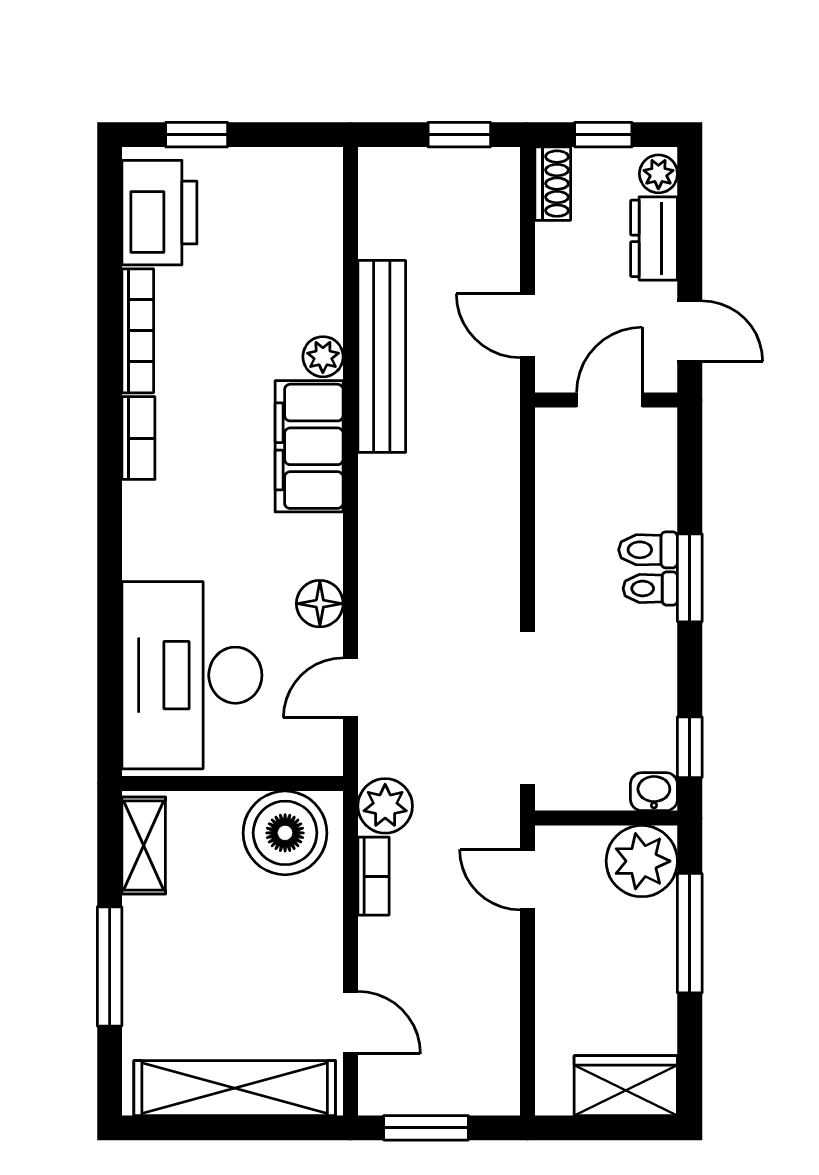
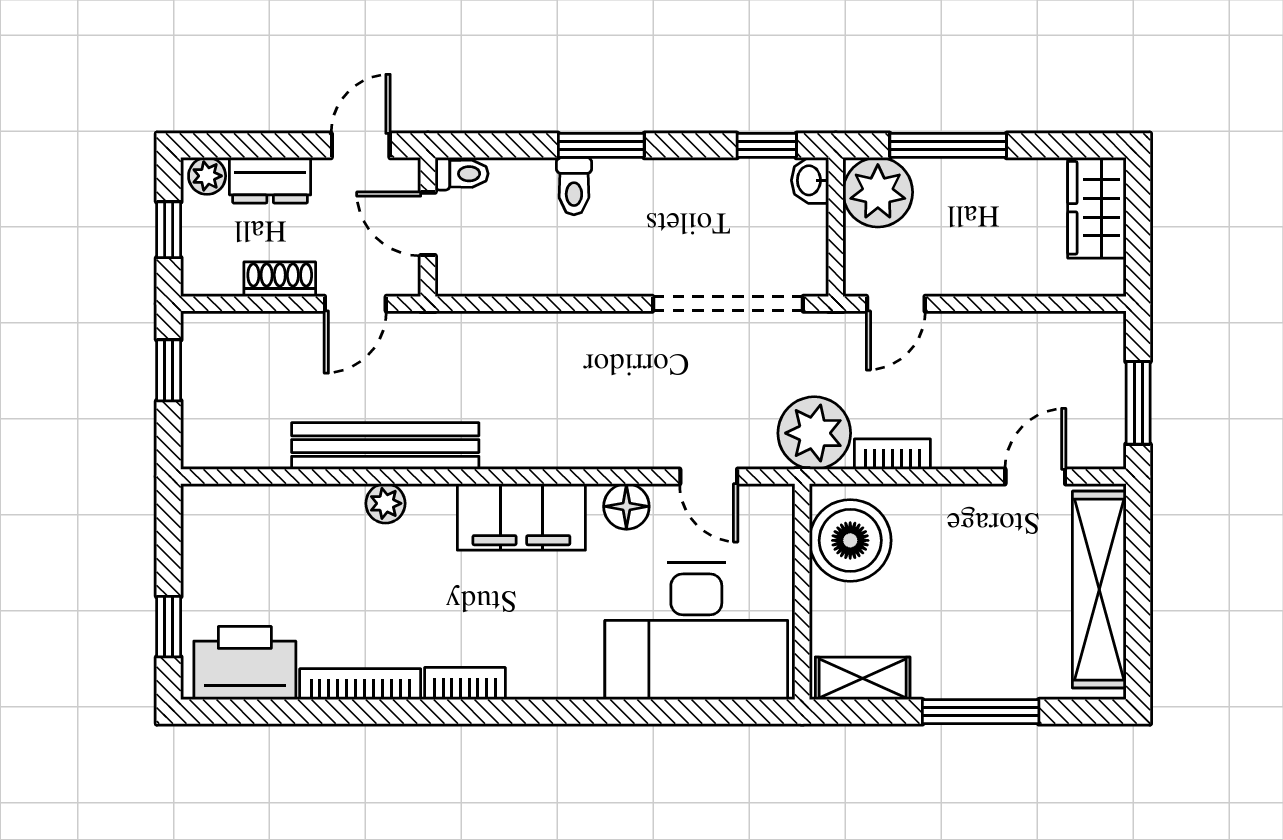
shoe rack: (553, 184) -> (280, 279), moved
filing cabinet: (309, 446) -> (521, 517), moved
toilet: (650, 589) -> (462, 174), moved, turned -90
plant: (385, 806) -> (814, 433), width x1.36, depth x1.36

